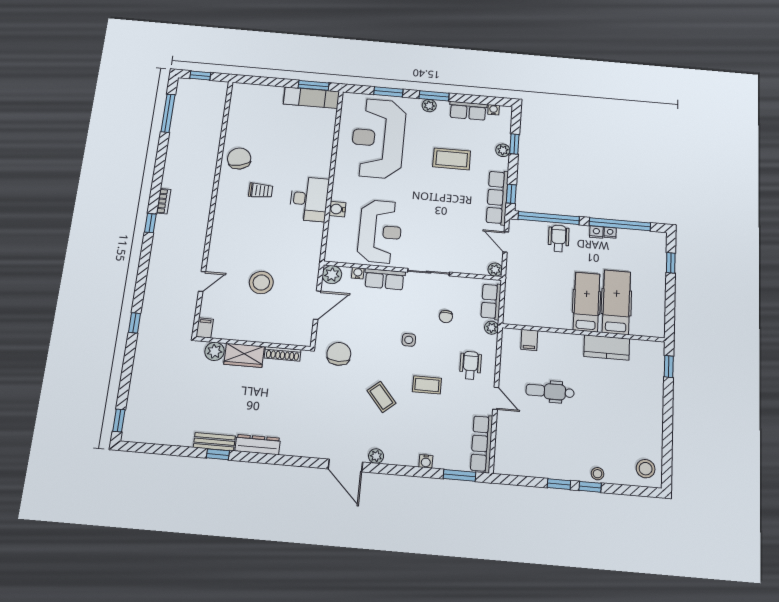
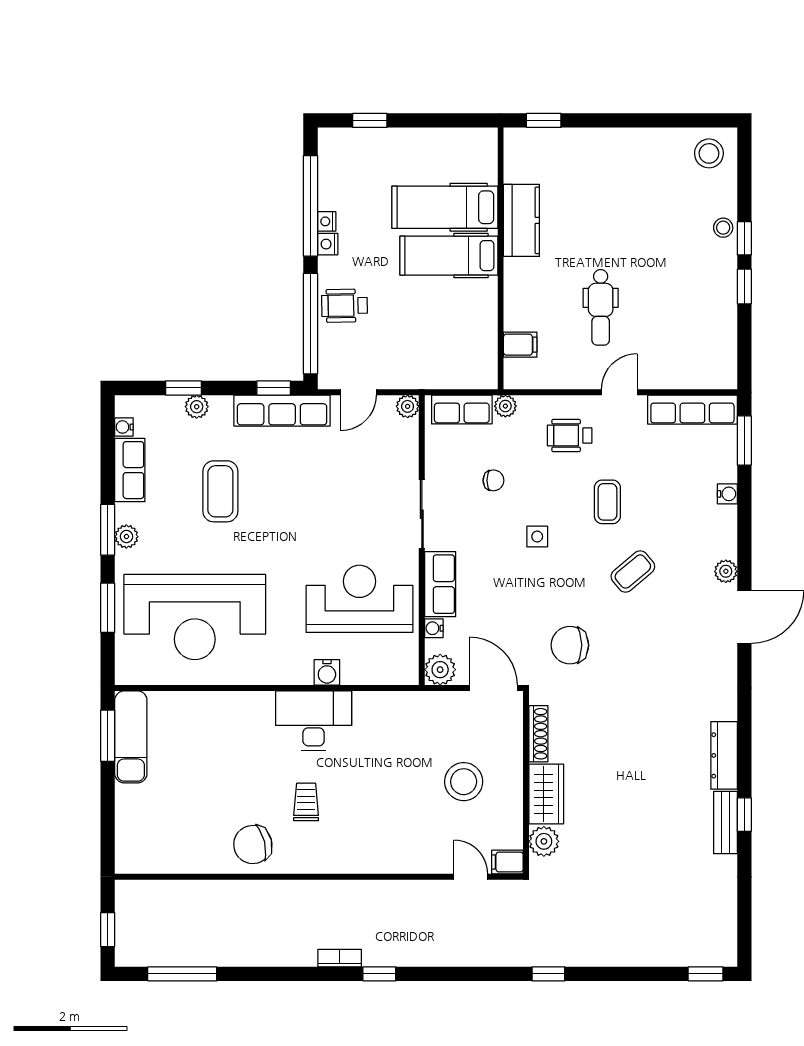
filing cabinet: (205, 328) -> (507, 862), moved
wall: (253, 344) -> (526, 782), moved
plant: (214, 351) -> (544, 841), moved
shoe rack: (283, 354) -> (538, 734), moved
wardrobe: (244, 355) -> (546, 794), moved

